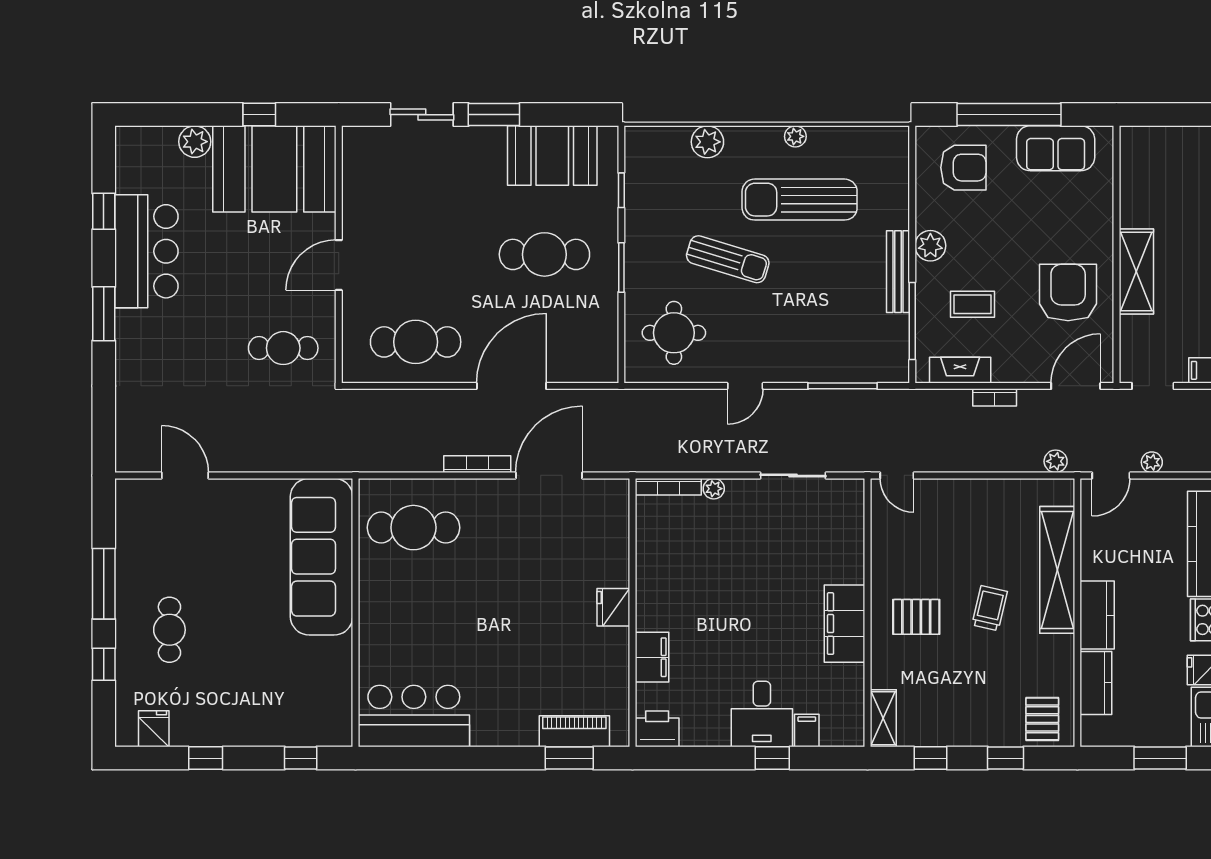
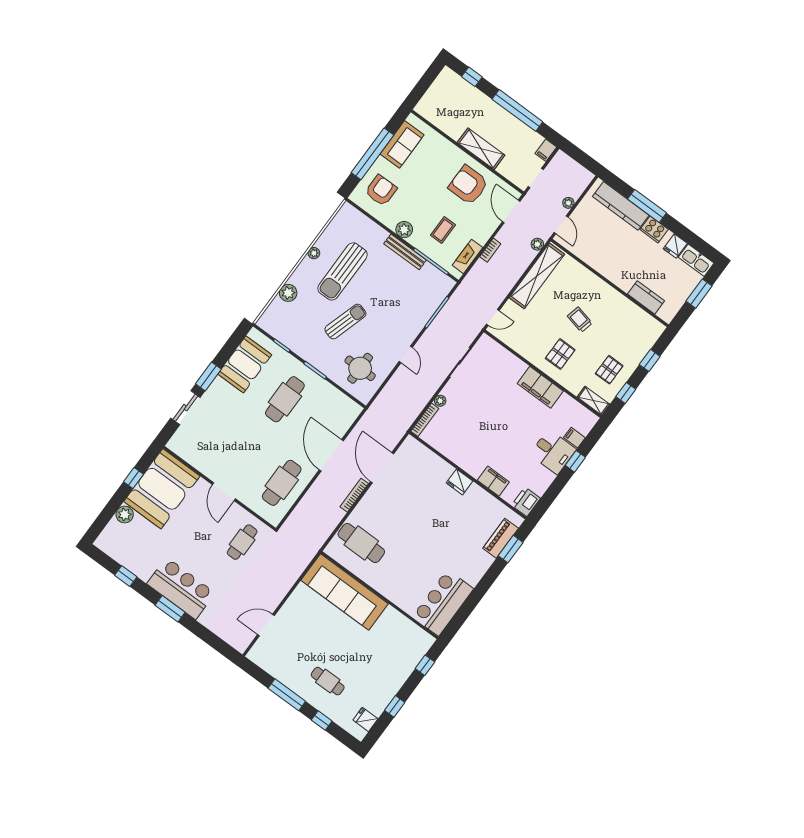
bar counter: (146, 251) -> (181, 588), moved
cafe table: (413, 528) -> (361, 543), turned 90
shelving: (1057, 570) -> (537, 276), moved, turned 90
kitchen counter: (1097, 615) -> (617, 275), removed
pallet: (1042, 719) -> (609, 370), moved, turned 90

